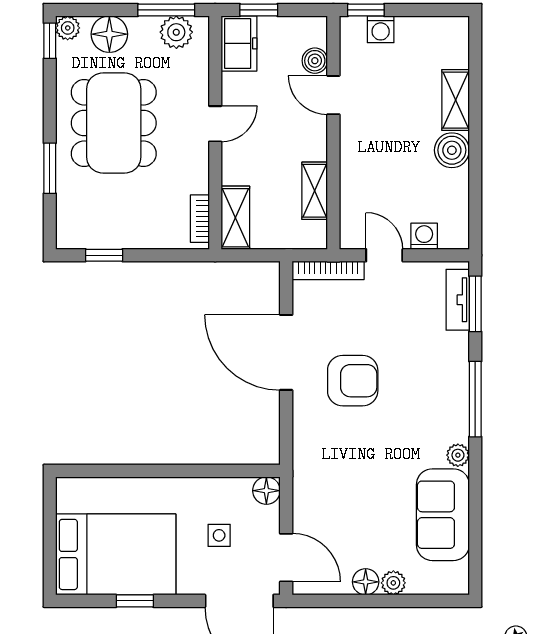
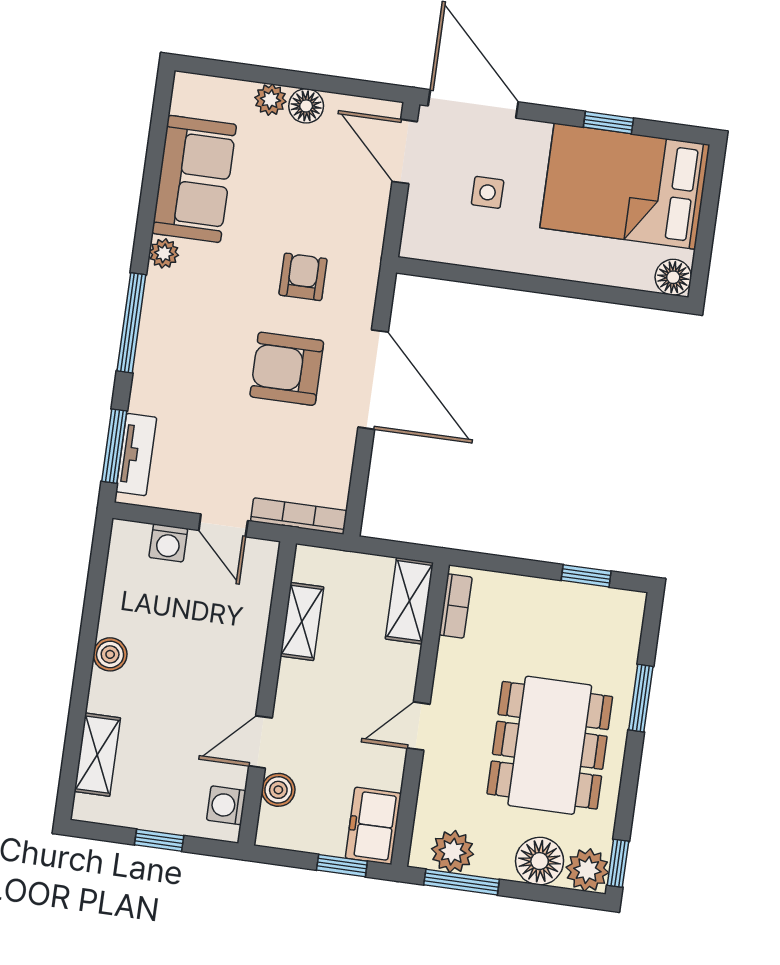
window: (366, 10) -> (159, 840), moved
plant: (68, 28) -> (587, 870), width x1.38, depth x1.38
washing machine: (381, 29) -> (226, 805), moved, turned -90
door: (333, 95) -> (260, 742), swing flipped
shelving: (456, 100) -> (97, 755), moved
boiler: (452, 150) -> (110, 654), width x0.73, depth x0.73
door: (286, 352) -> (373, 380), moved
armchair: (350, 452) -> (303, 277), added
floor lamp: (266, 491) -> (673, 277), moved

